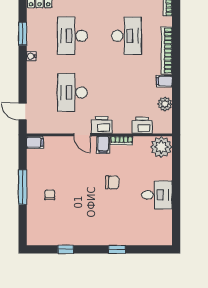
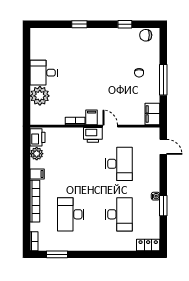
window: (23, 34) -> (163, 206), moved
printer: (142, 125) -> (37, 137), moved, turned -90
filing cabinet: (35, 142) -> (152, 114), width x2.00
plant: (161, 147) -> (40, 96), moved
chair: (112, 182) -> (146, 35), moved

